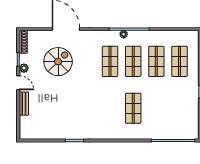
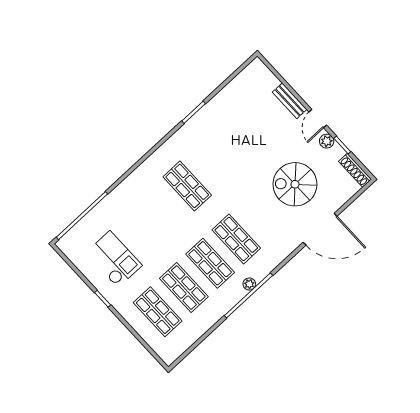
spiral stairs: (58, 62) -> (295, 184), turned 90
door: (18, 83) -> (318, 119), hinge flipped
checkout: (177, 106) -> (114, 259), added
shop shelf: (133, 108) -> (187, 186), moved

